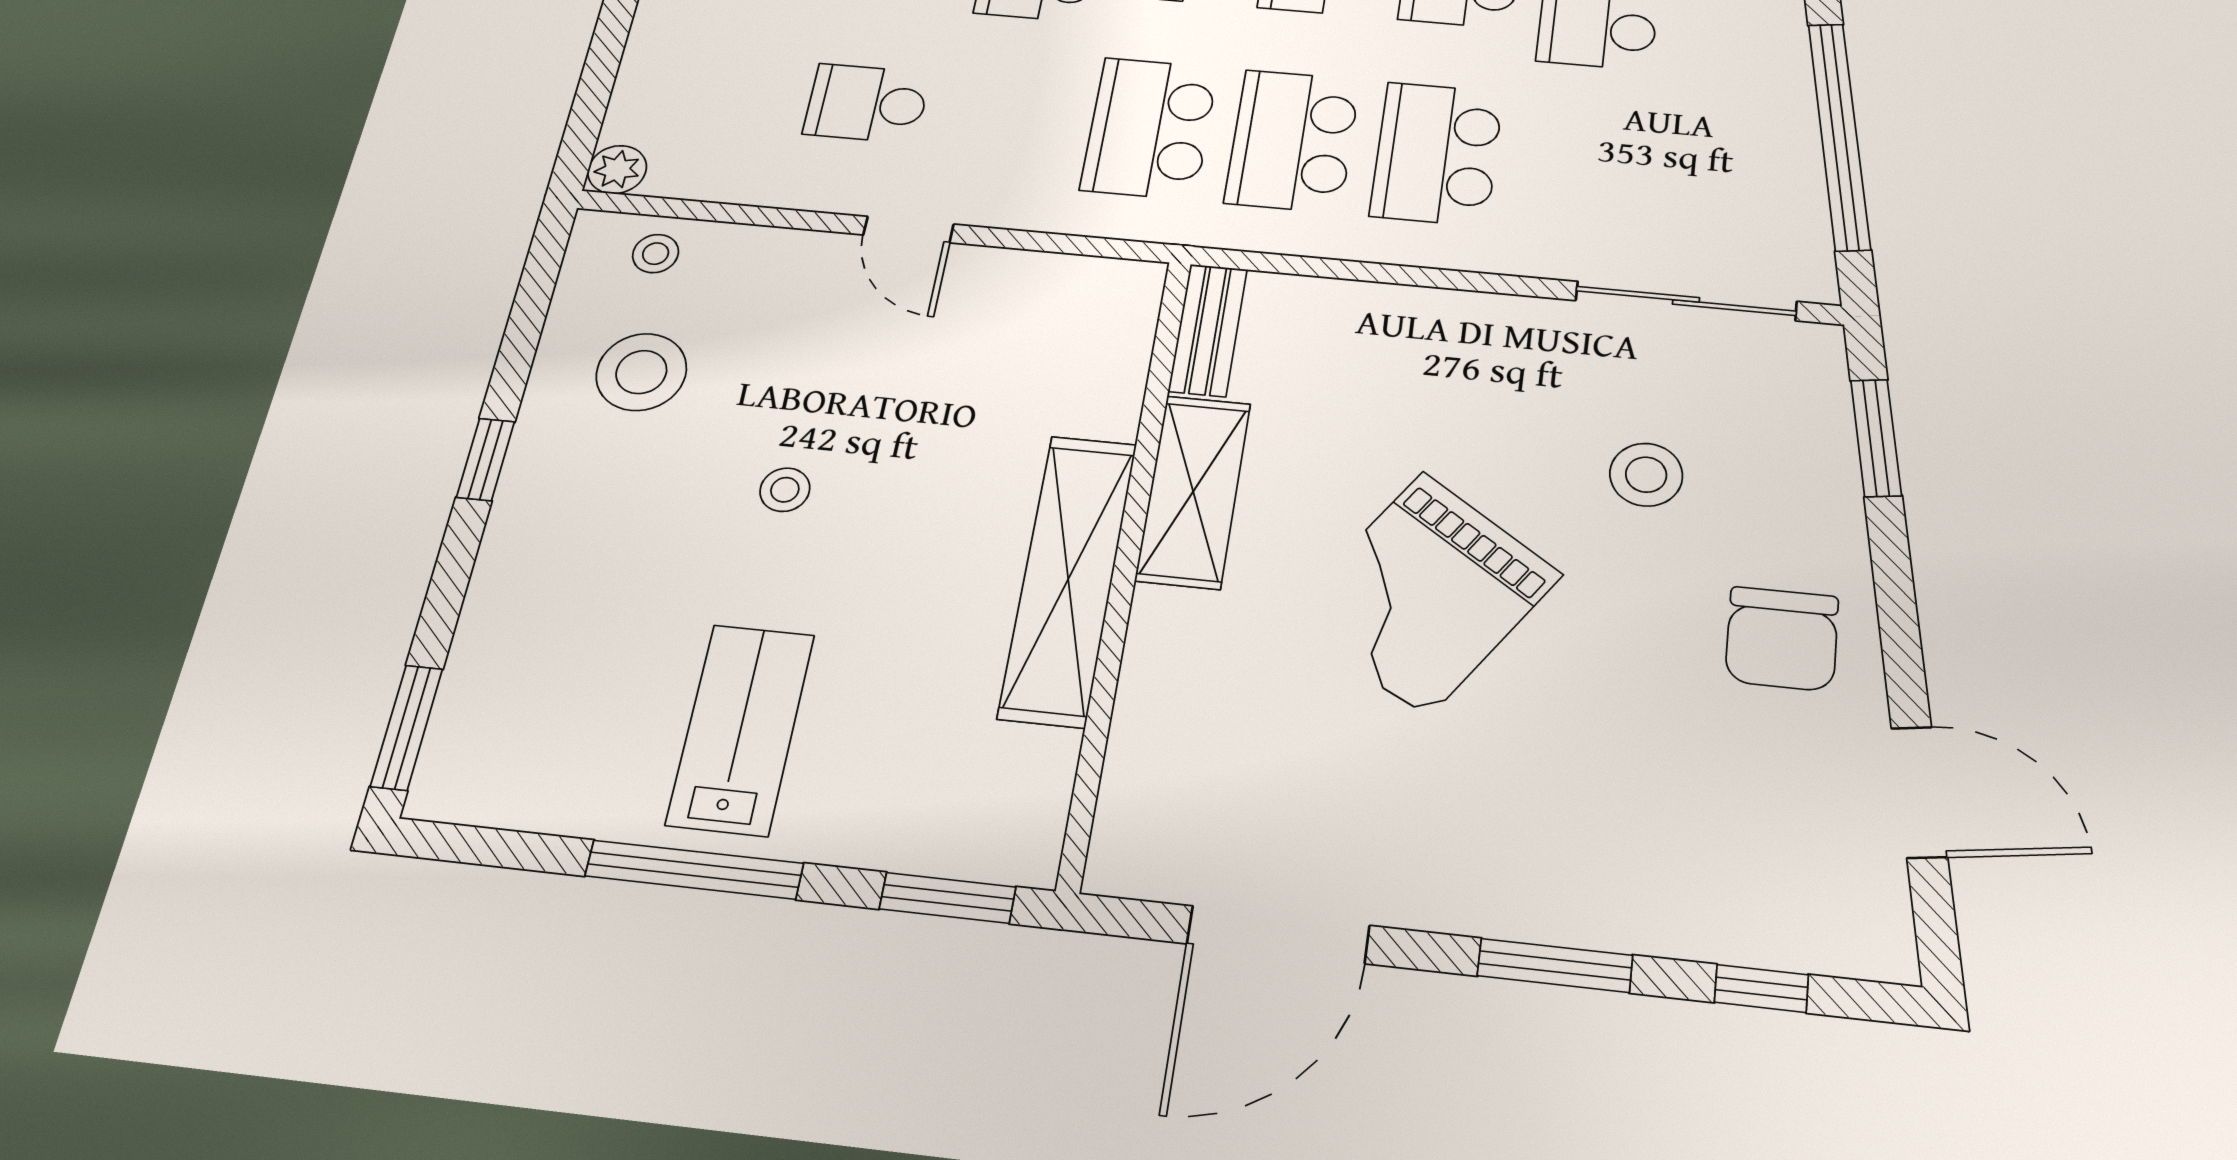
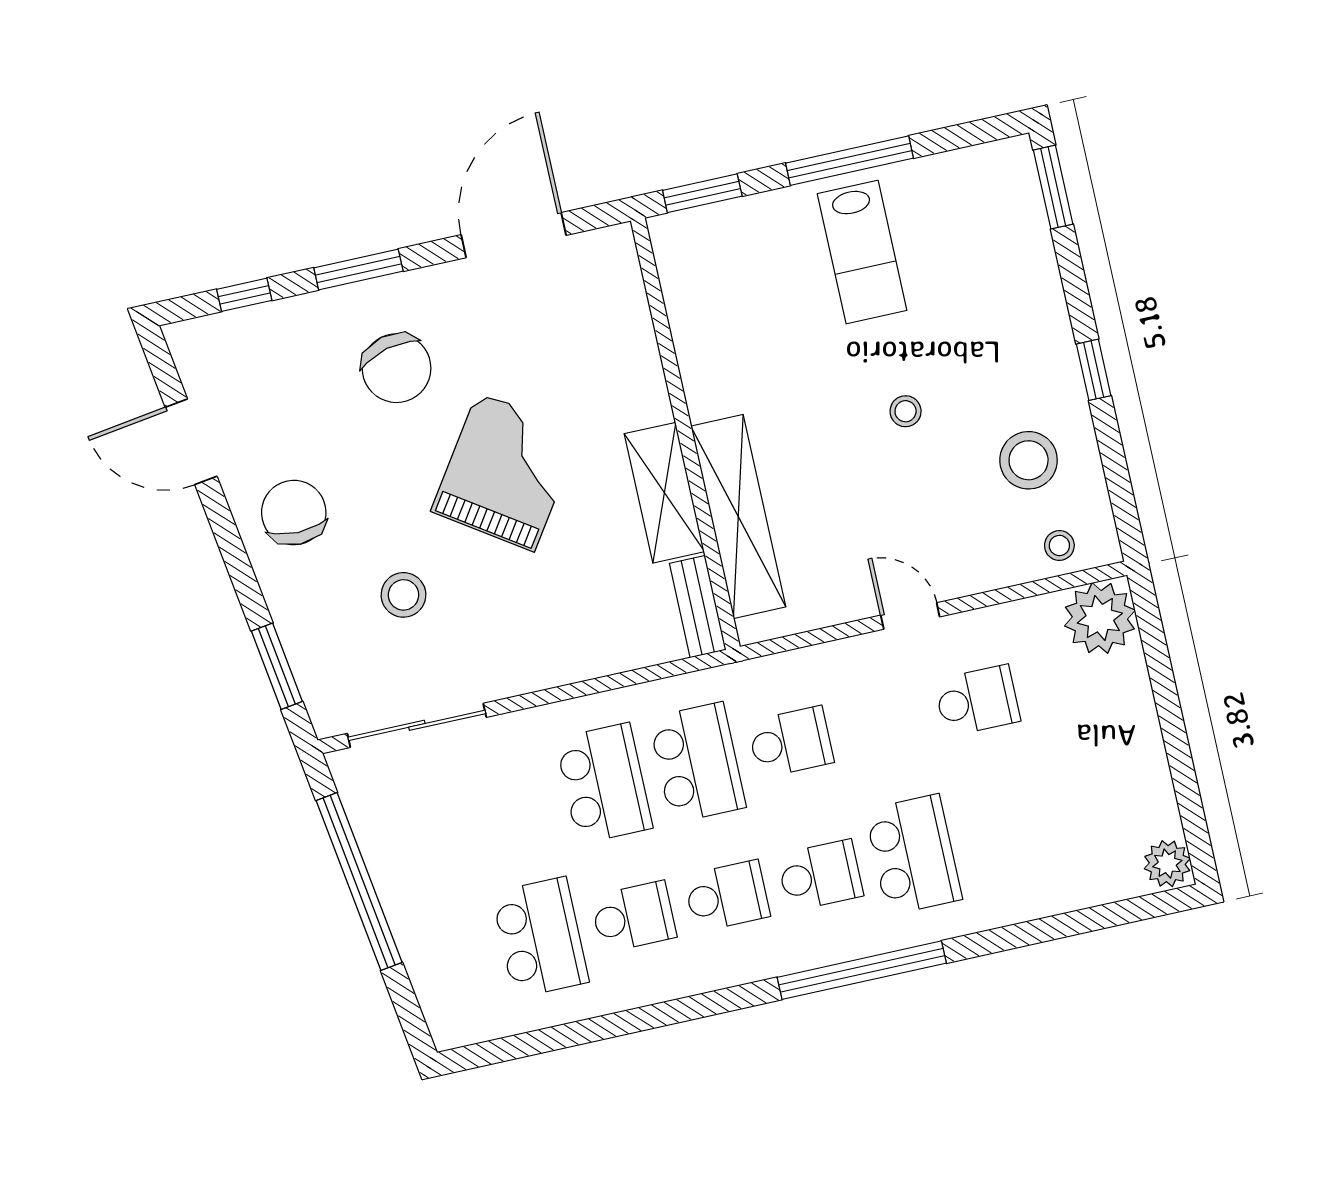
school desk: (1150, 128) -> (791, 742), width x0.54
plant: (617, 170) -> (1100, 618), width x1.88, depth x1.88
shelving: (1068, 579) -> (738, 517), moved
chair: (1544, 795) -> (396, 368), added

